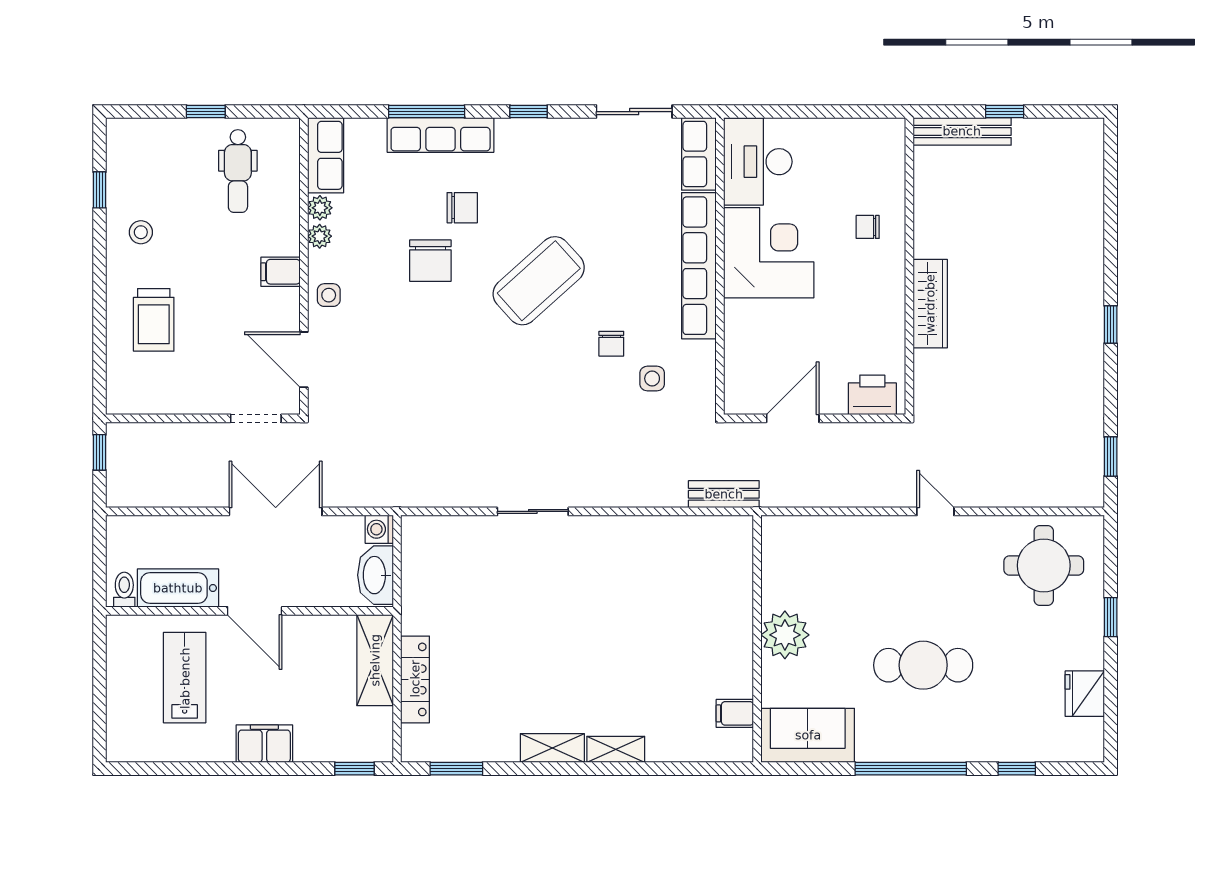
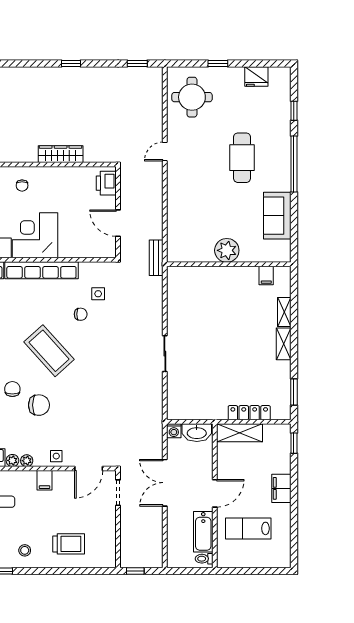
plant: (785, 635) -> (227, 250), moved
wall: (757, 639) -> (229, 264), moved
filing cabinet: (735, 713) -> (266, 276), moved

